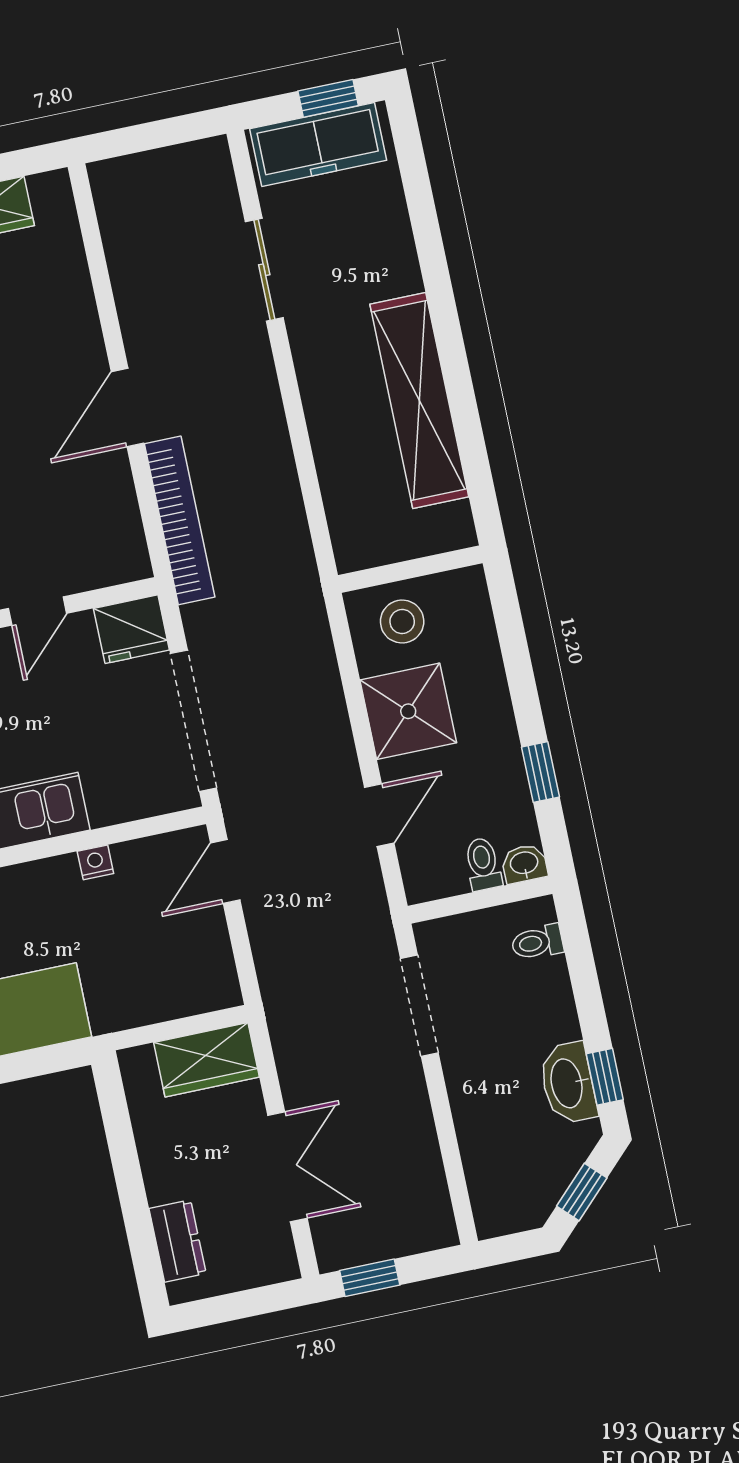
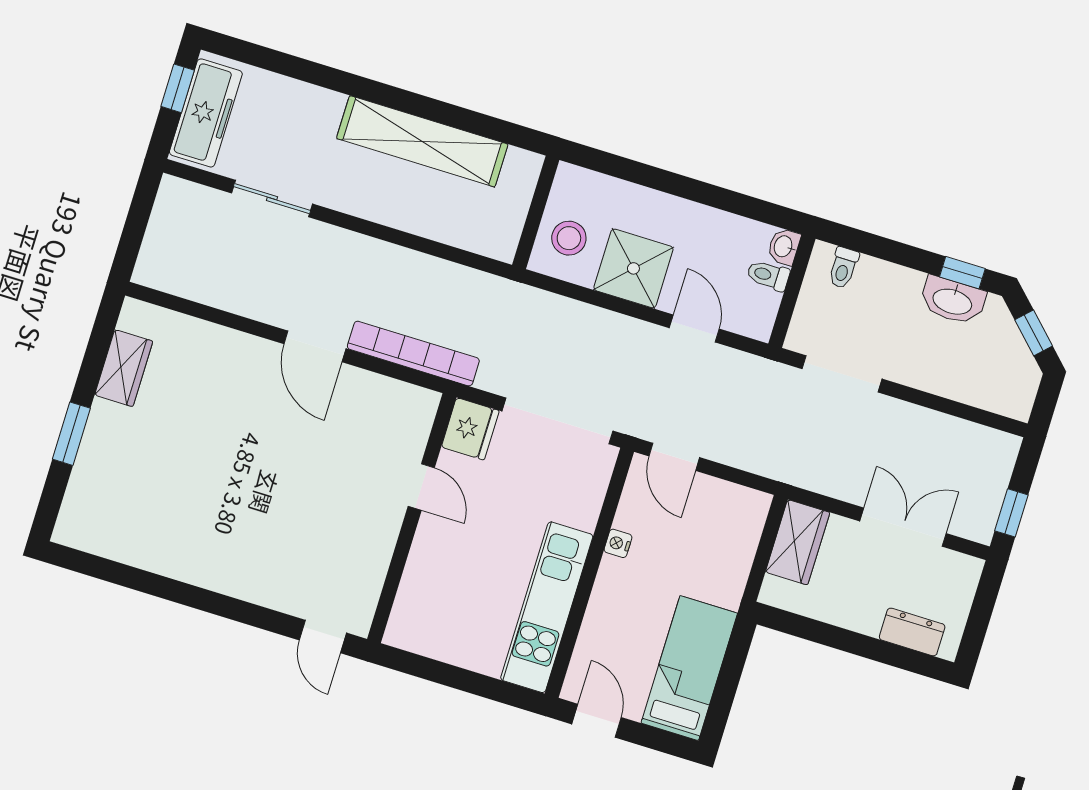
window: (541, 772) -> (726, 200), removed

